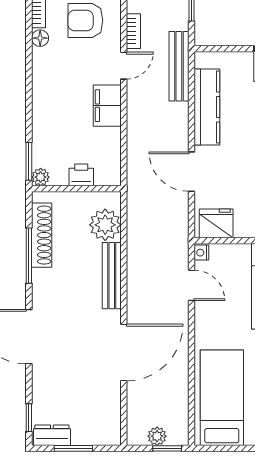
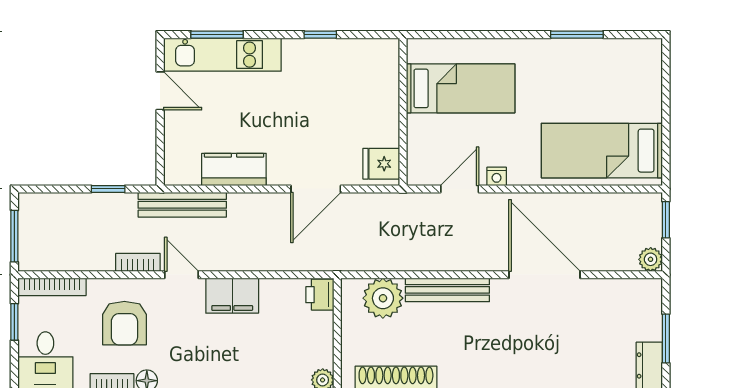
kitchen counter: (207, 107) -> (234, 169), width x0.67
printer: (81, 175) -> (320, 295), moved
fridge: (216, 223) -> (381, 164), width x0.72
nightstand: (201, 253) -> (497, 176), moved
plant: (157, 436) -> (651, 259), moved

